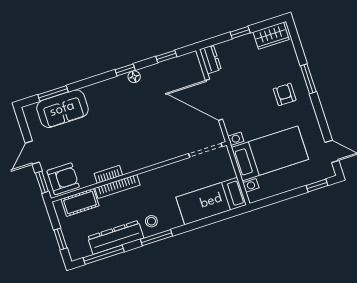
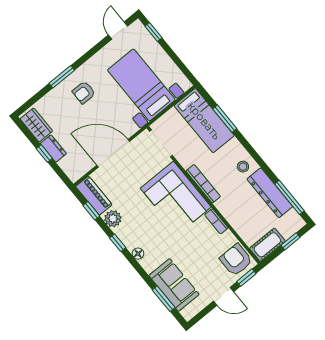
dresser: (210, 59) -> (53, 148), moved, turned 90
piano: (180, 65) -> (94, 196), added
plant: (150, 74) -> (113, 219), added
floor lamp: (134, 77) -> (138, 254), moved
door: (214, 100) -> (113, 153), swing flipped
corner sofa: (147, 144) -> (176, 198), added
bookcase: (117, 186) -> (203, 184), moved
cot: (80, 202) -> (267, 245), moved, turned 90
window: (157, 238) -> (225, 119), moved

